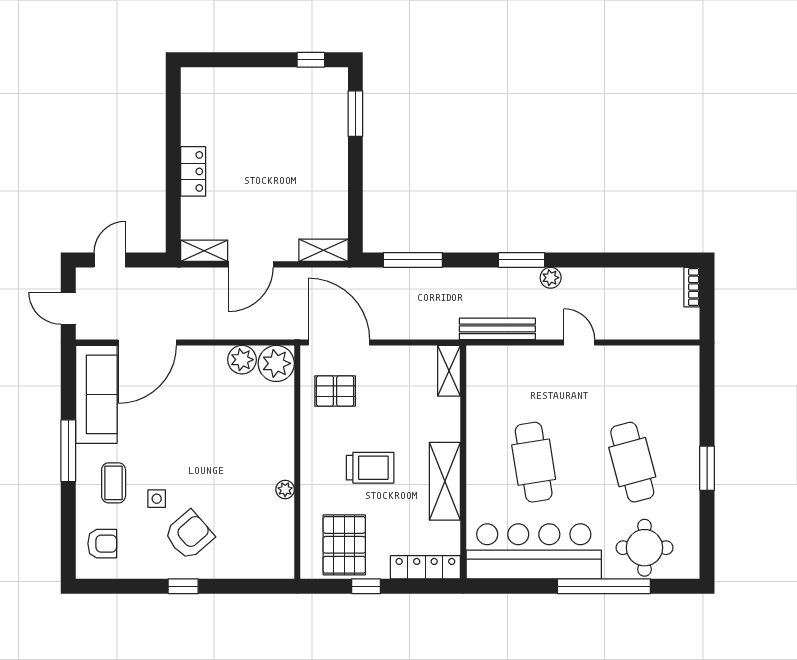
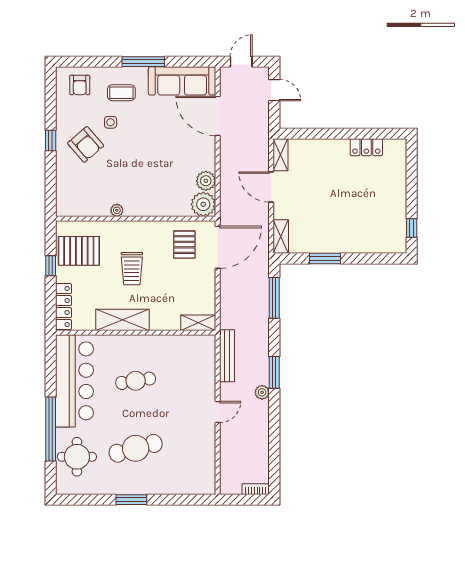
window: (355, 114) -> (325, 259), moved
locker: (193, 171) -> (366, 147), moved
cafe table: (534, 462) -> (136, 381), width x0.73, depth x0.74

